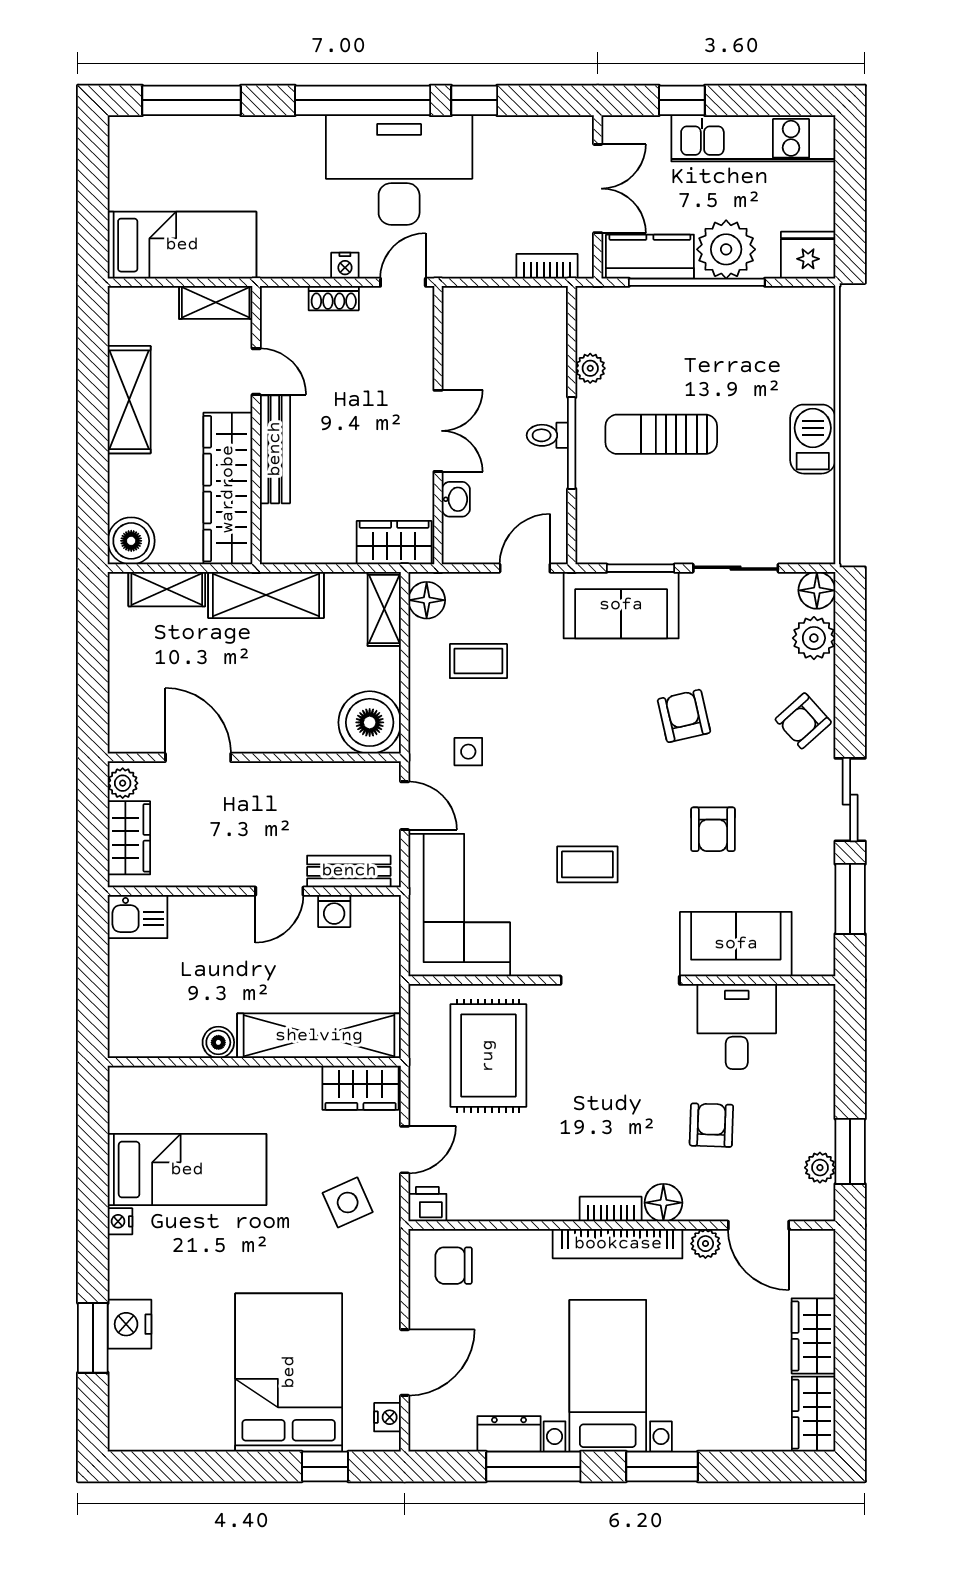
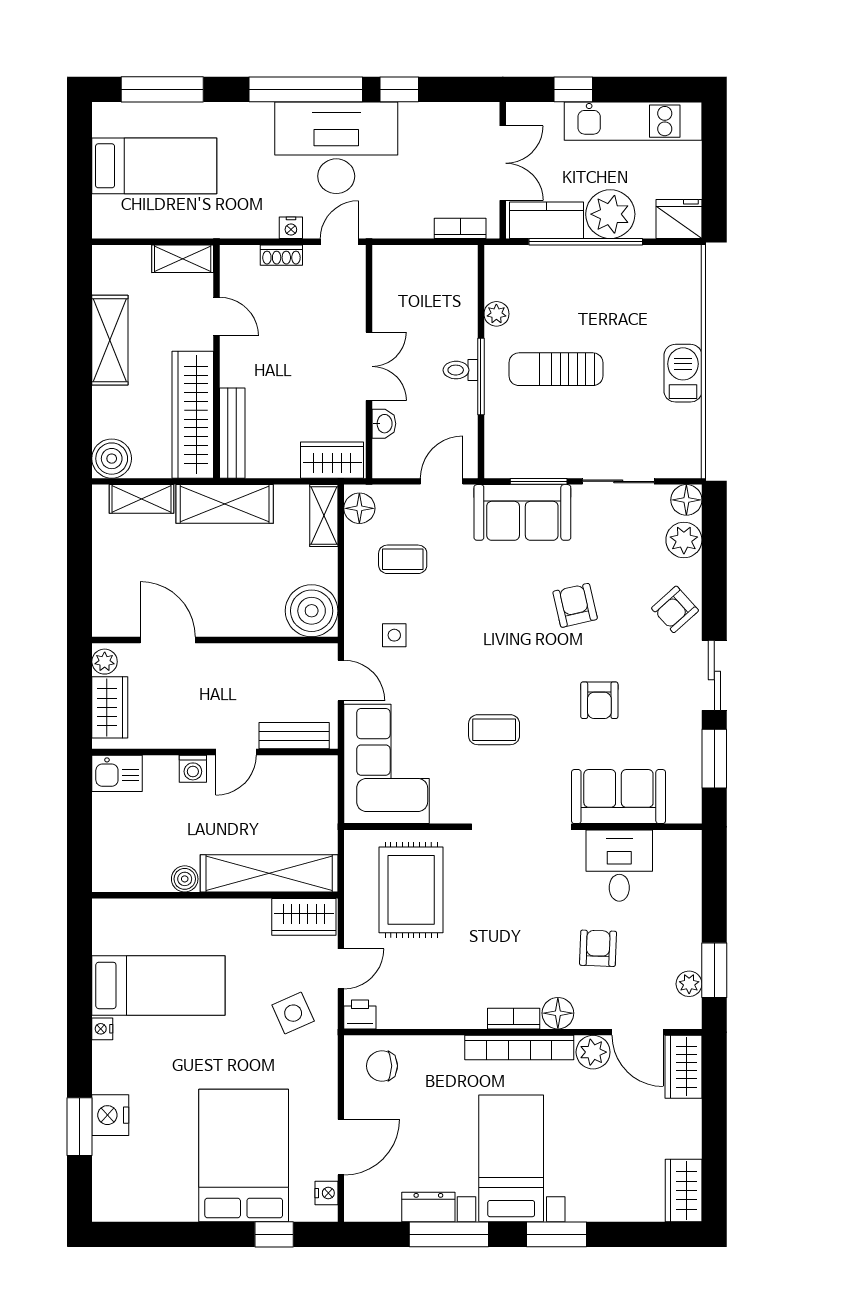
bed: (182, 245) -> (154, 166), moved
bench: (275, 449) -> (232, 433), moved
washing machine: (334, 911) -> (193, 769), moved
plant: (705, 1244) -> (593, 1052), width x1.38, depth x1.38
wardrobe: (813, 1336) -> (684, 1067), moved

